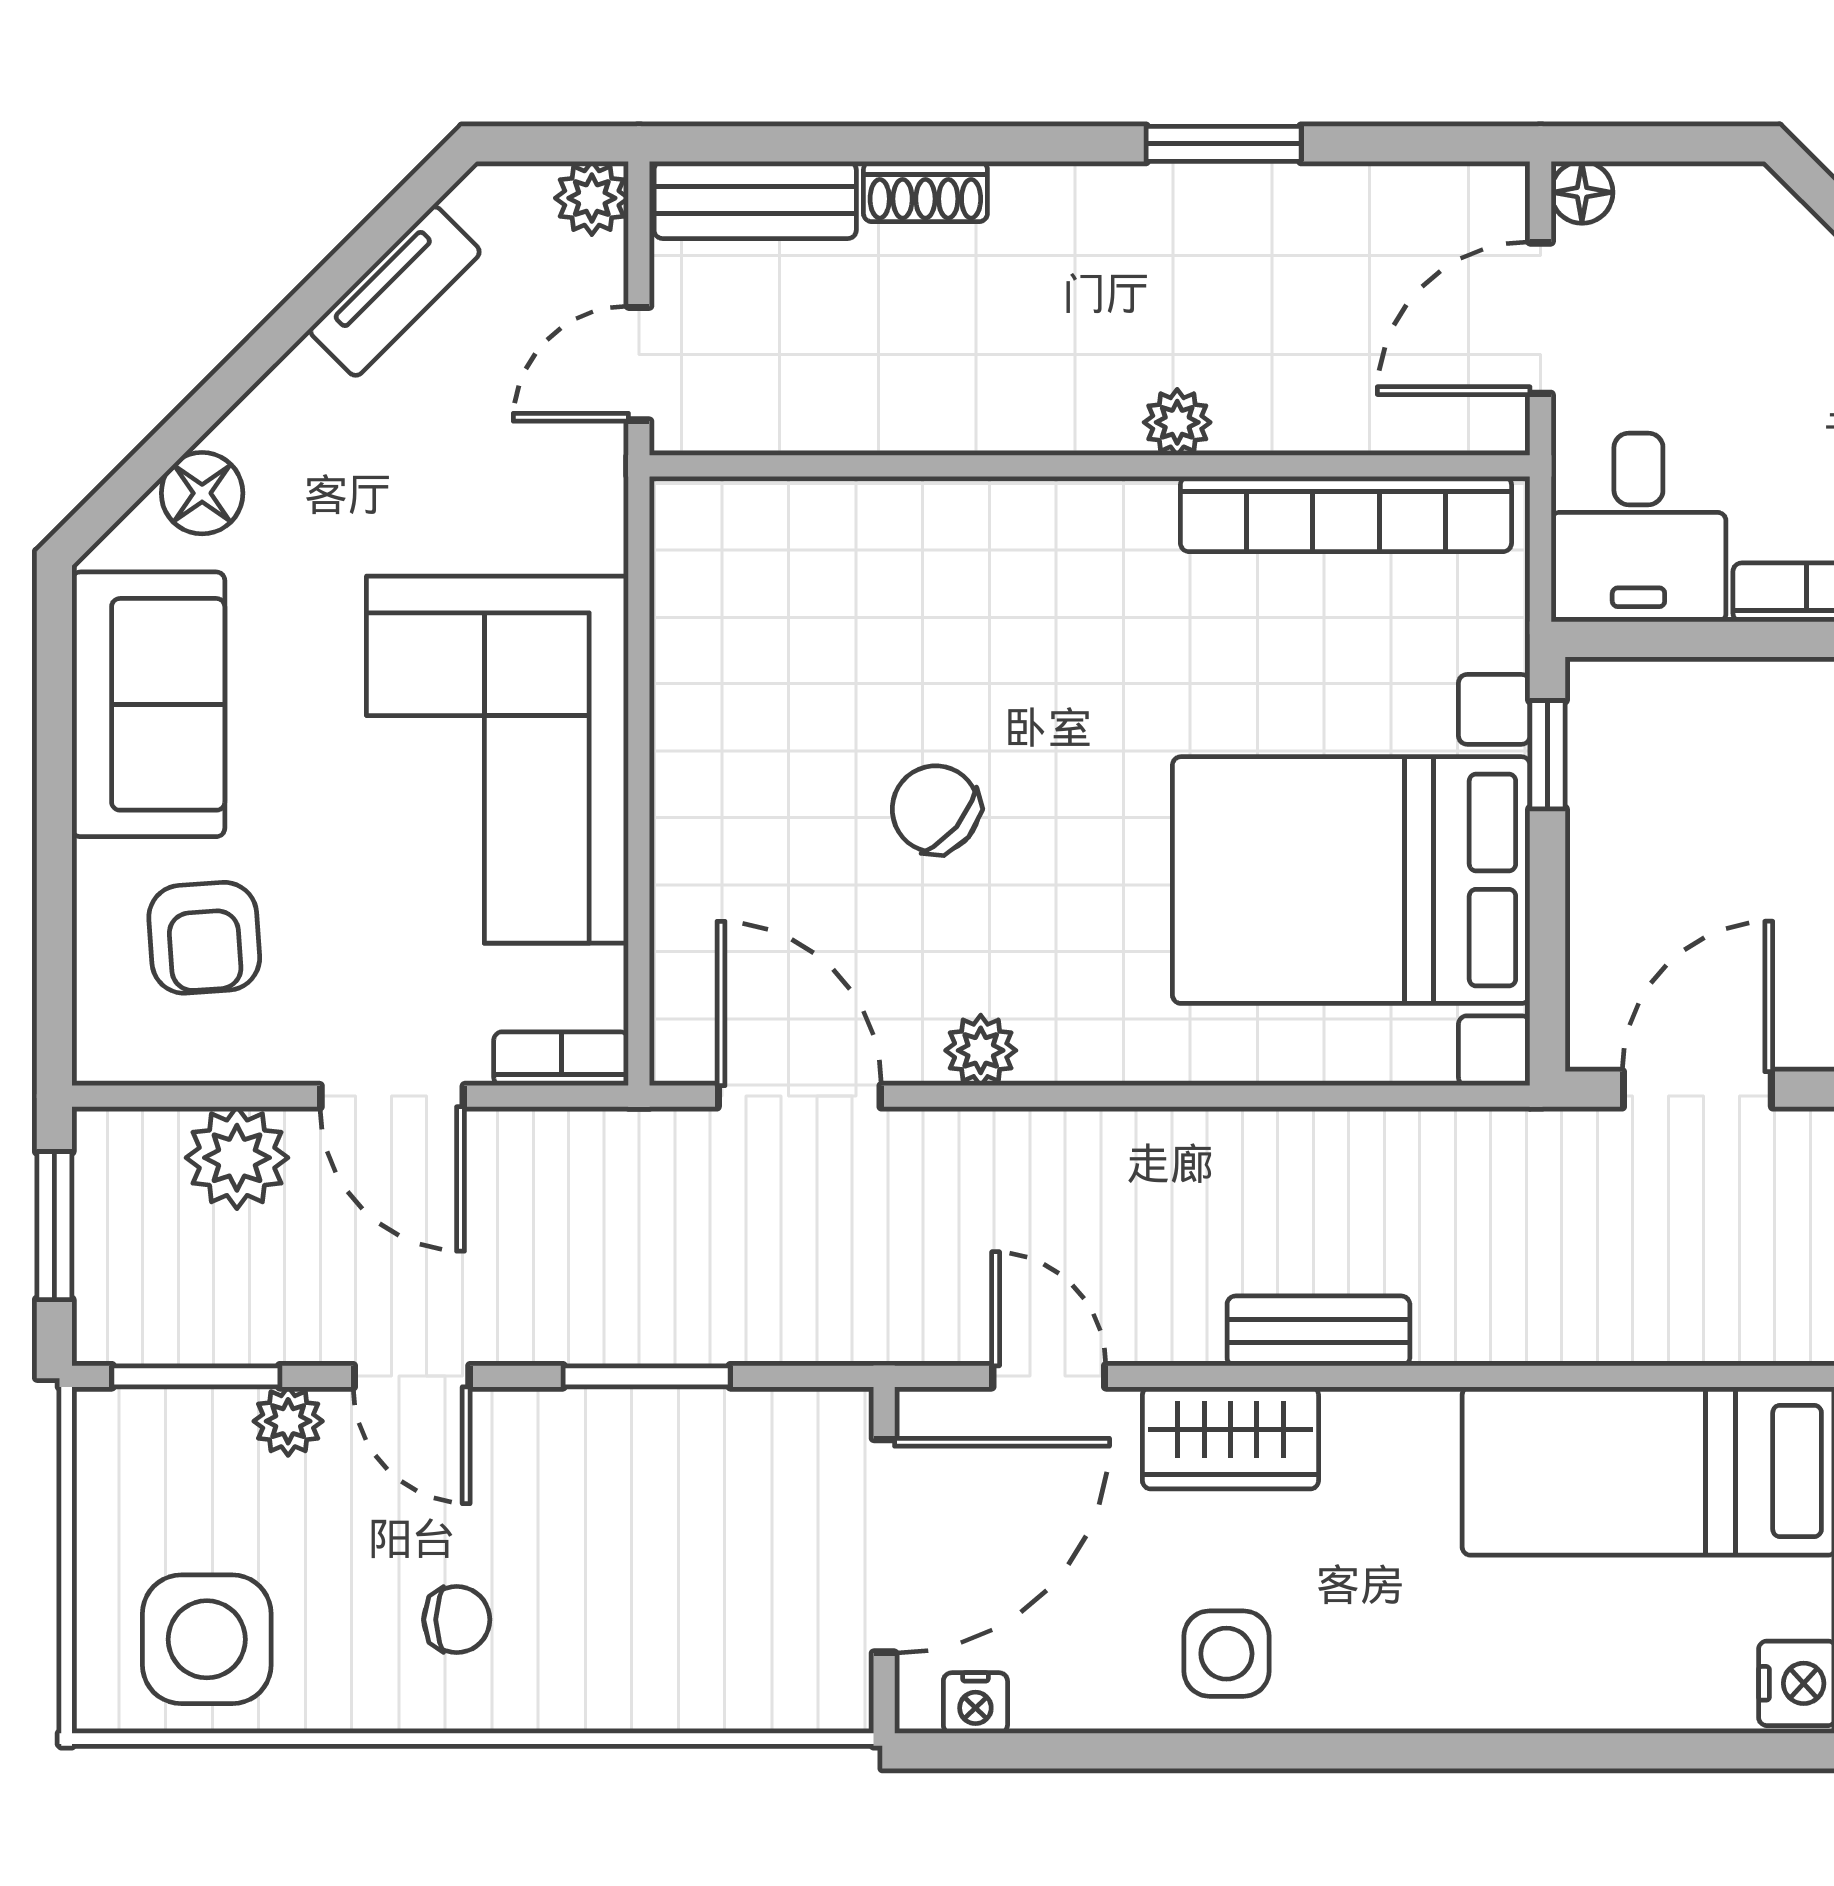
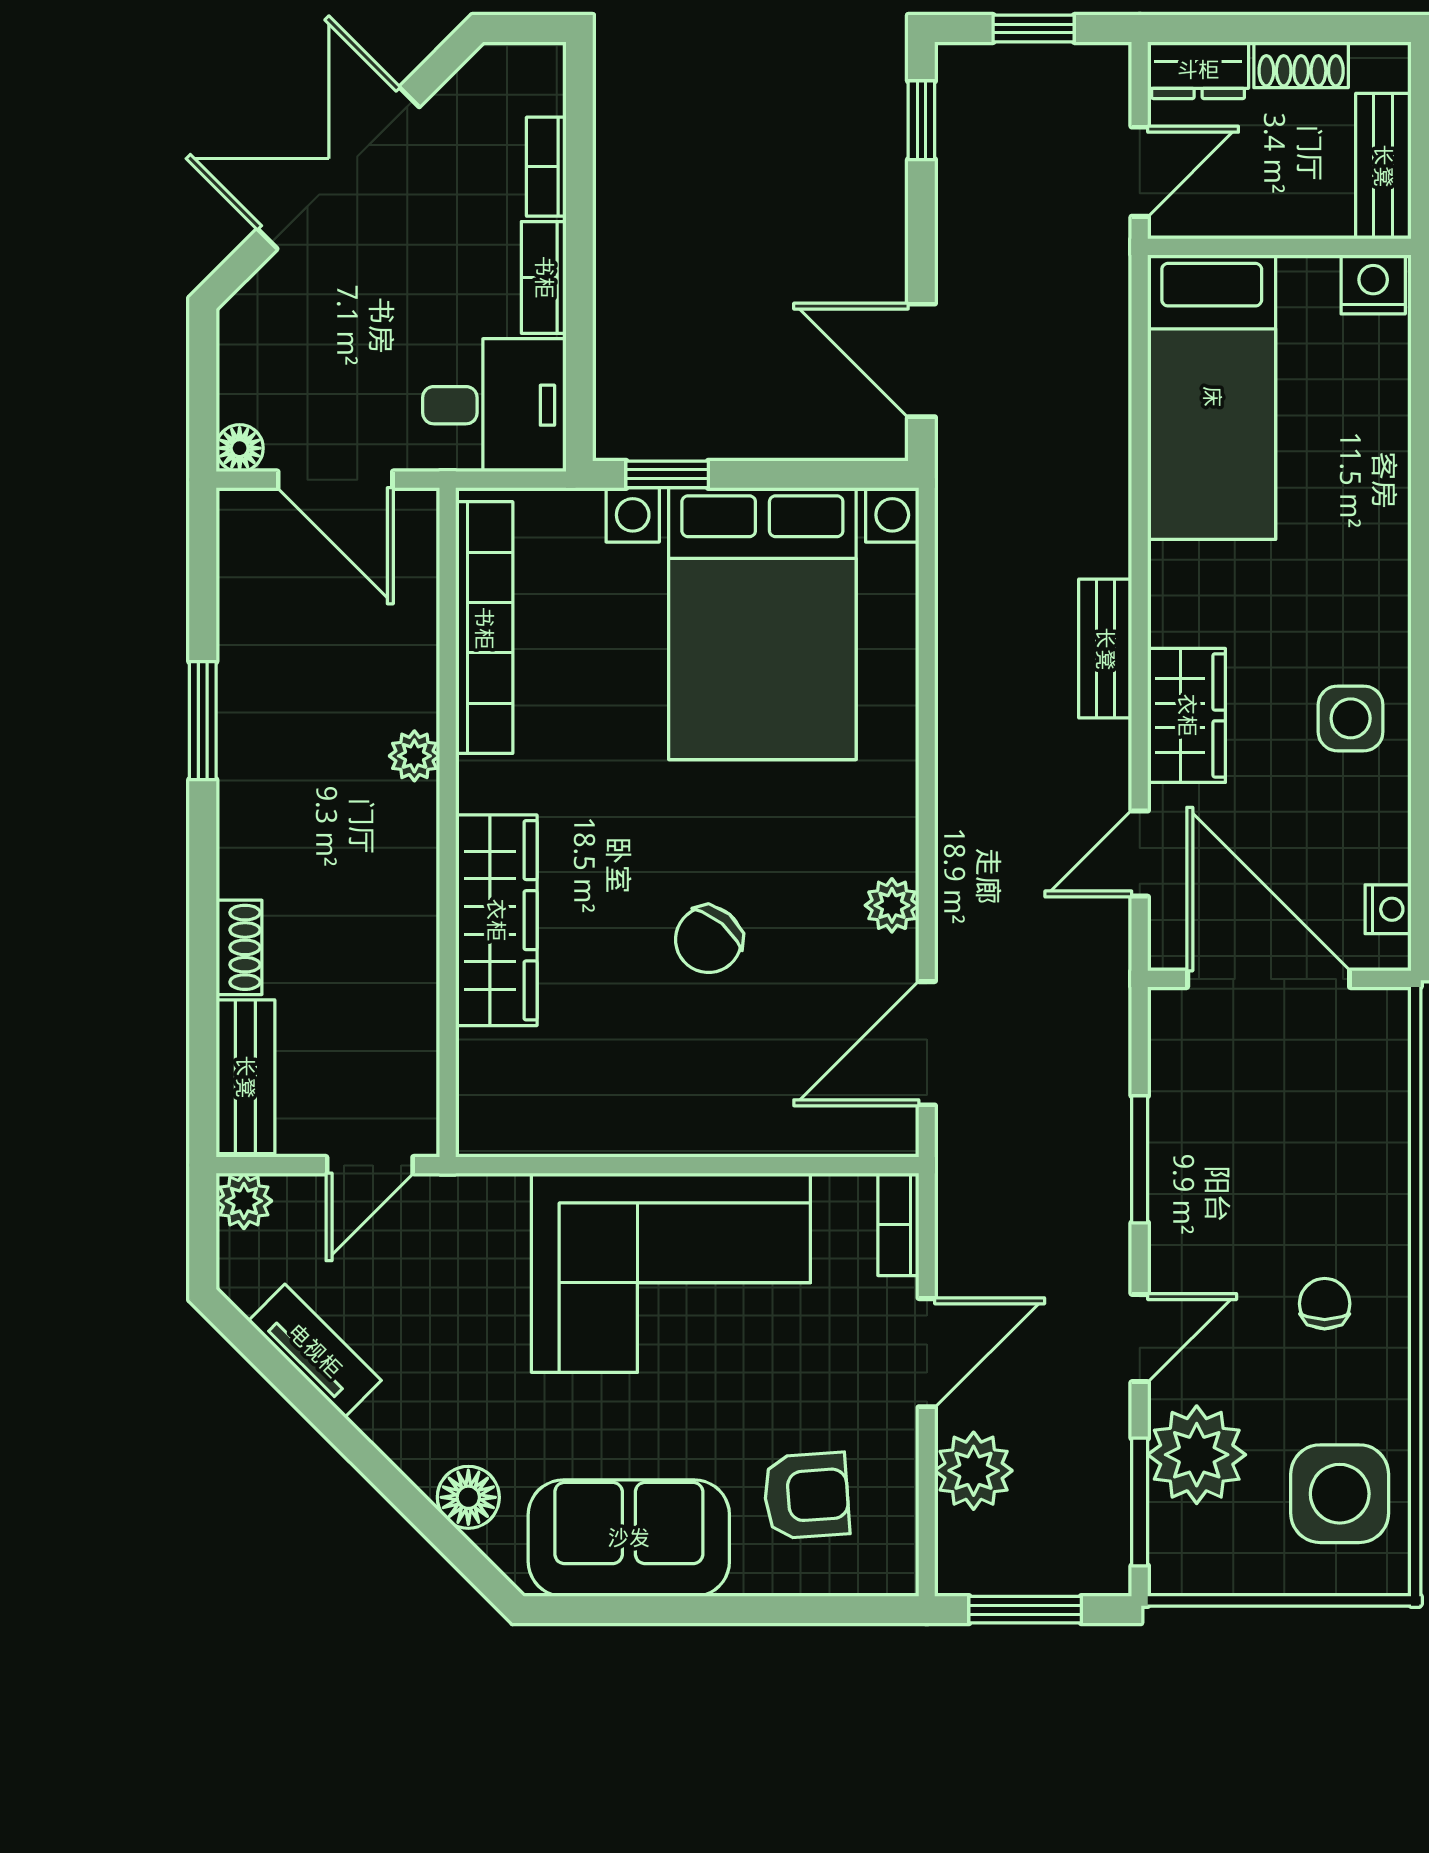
door: (639, 364) -> (370, 1165), hinge flipped
wardrobe: (961, 530) -> (496, 920), added
plant: (288, 1421) -> (1197, 1455), width x1.87, depth x1.87

